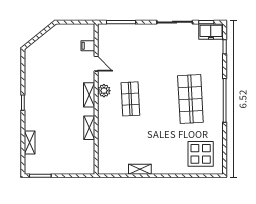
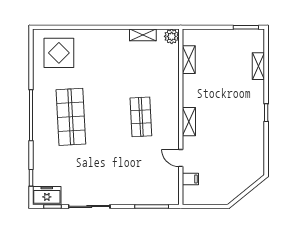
plant: (104, 91) -> (172, 36), moved
shelving: (89, 128) -> (189, 60), moved
shelving: (140, 169) -> (143, 35), moved

